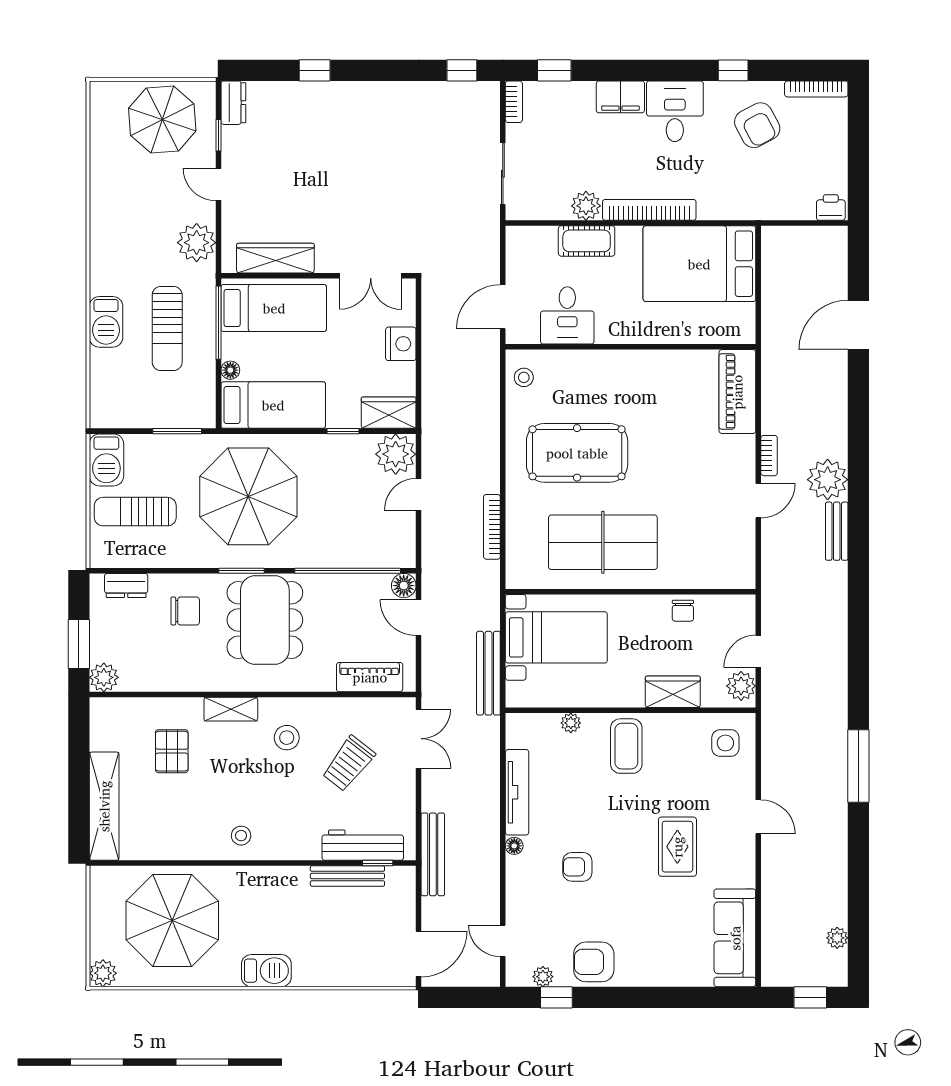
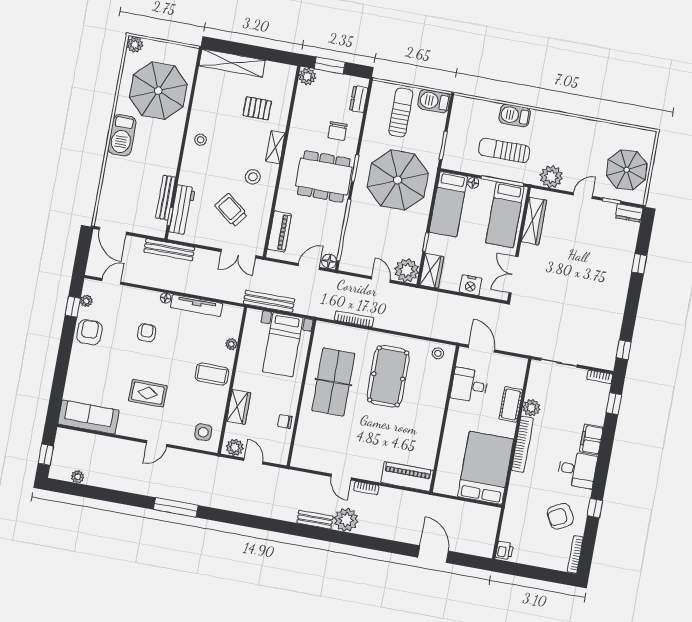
barbecue: (266, 971) -> (122, 135), width x1.37, depth x1.21

